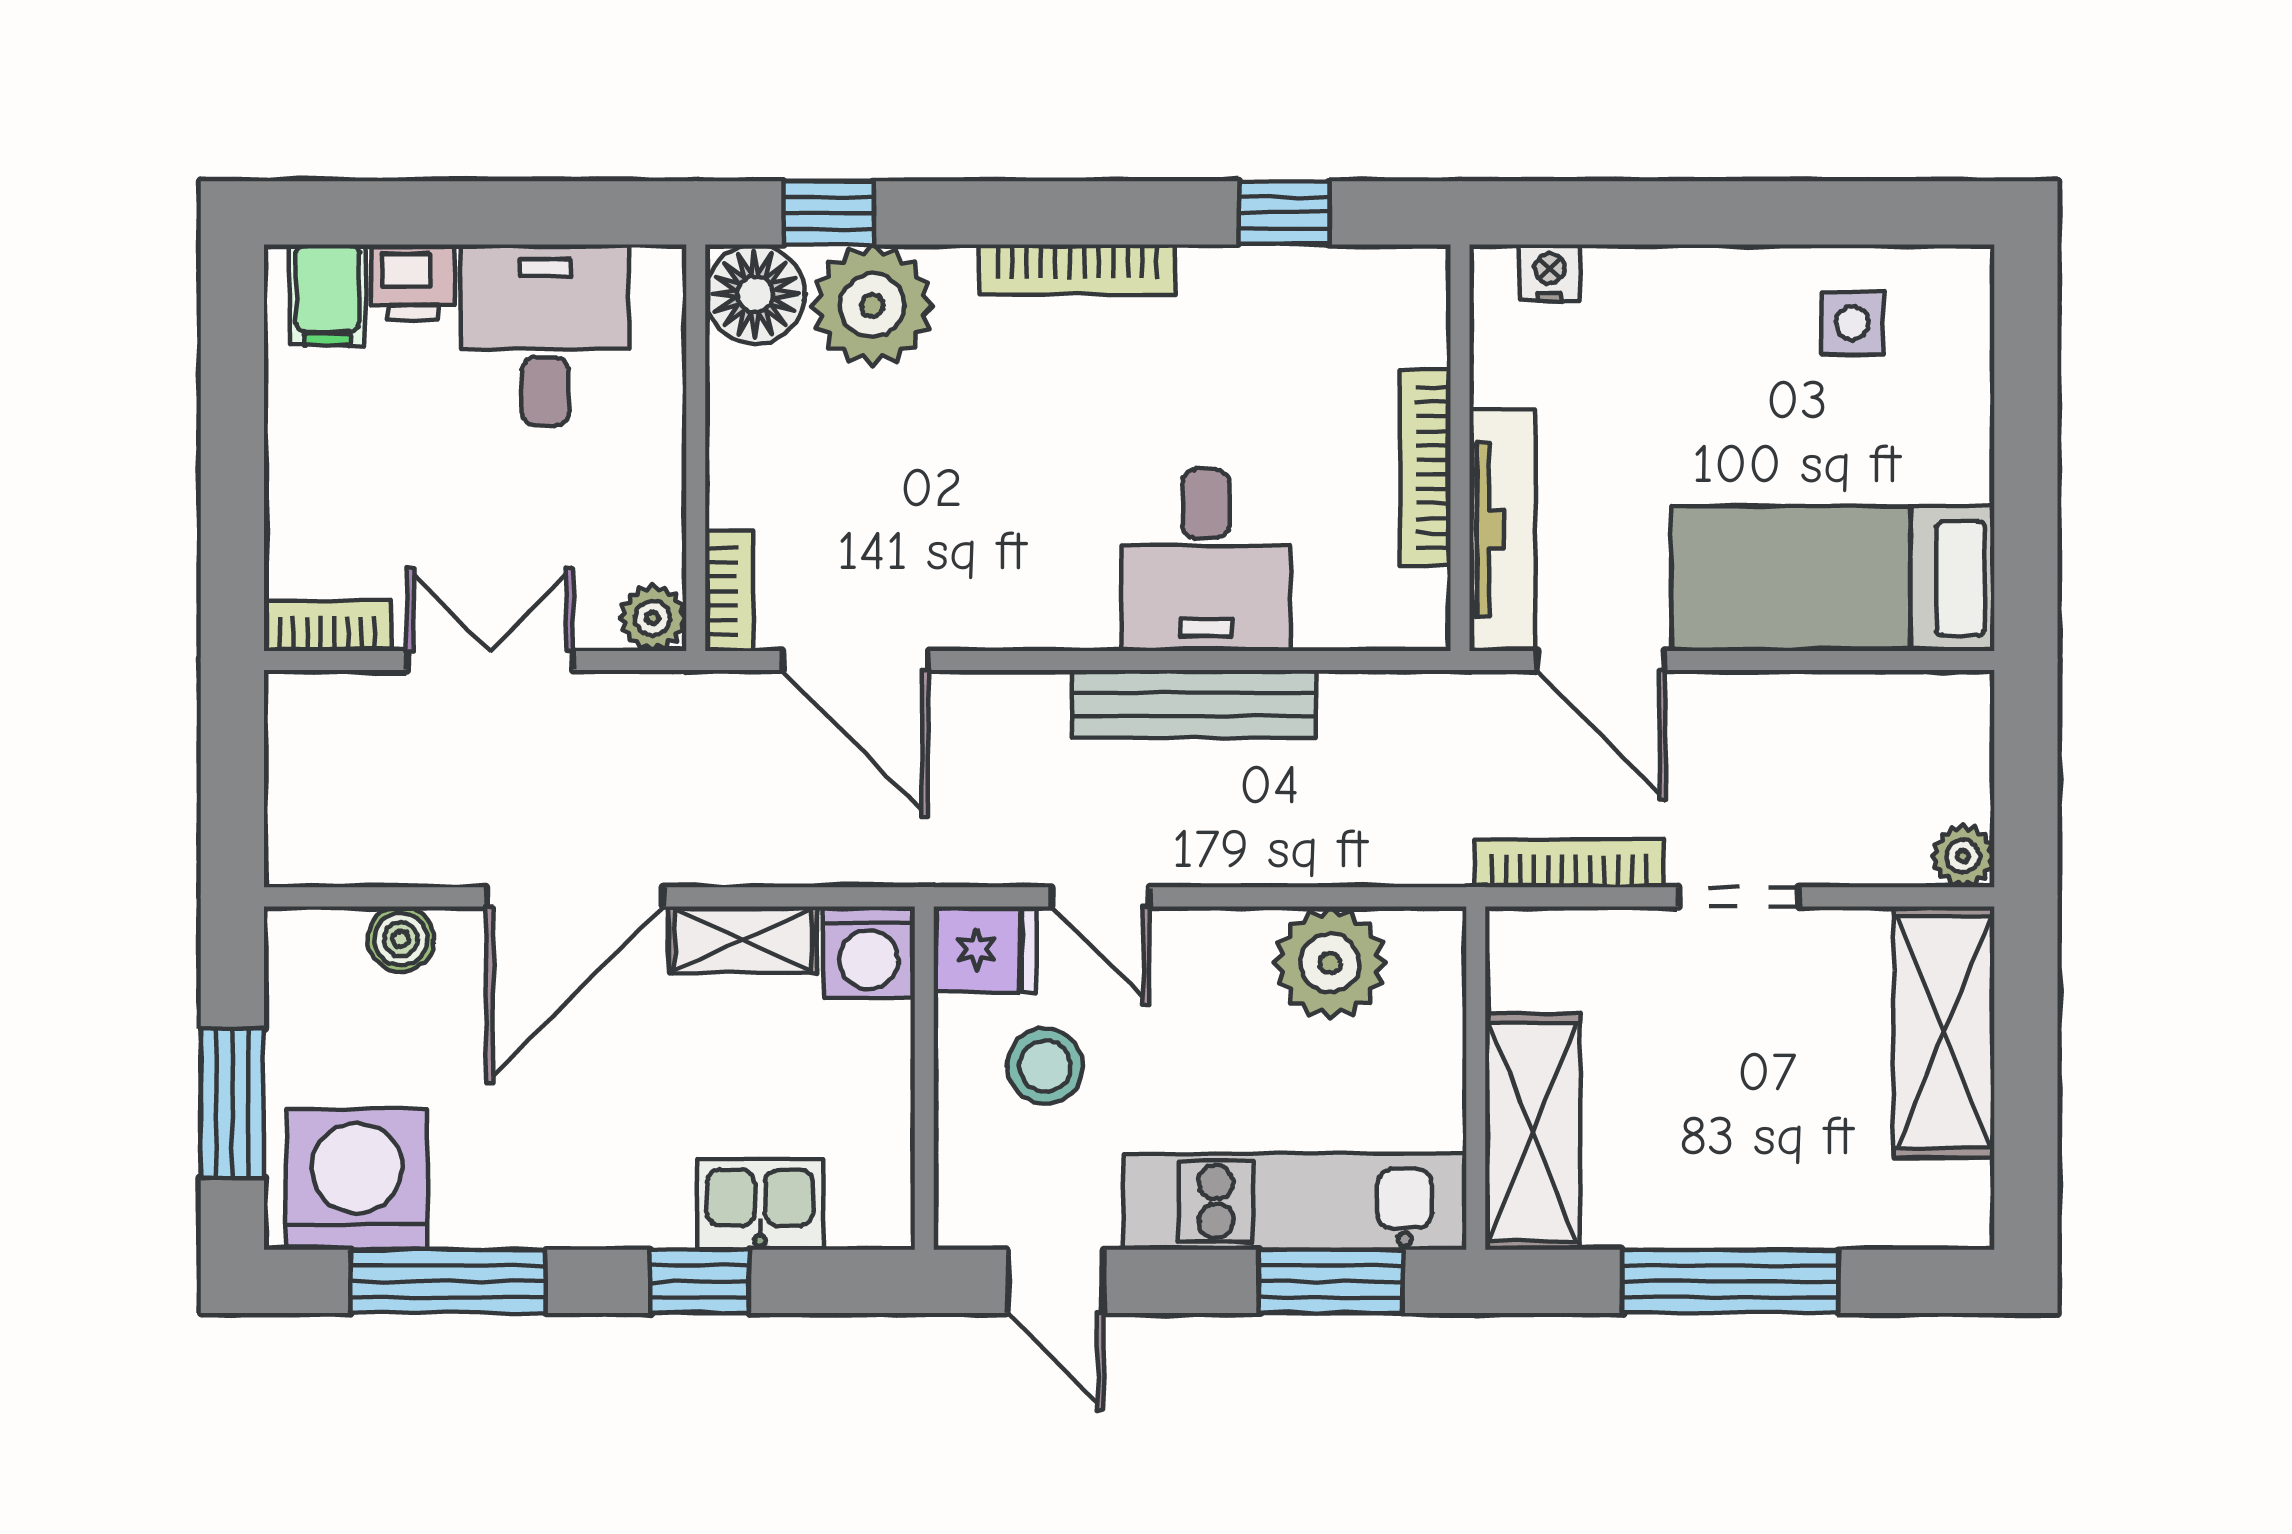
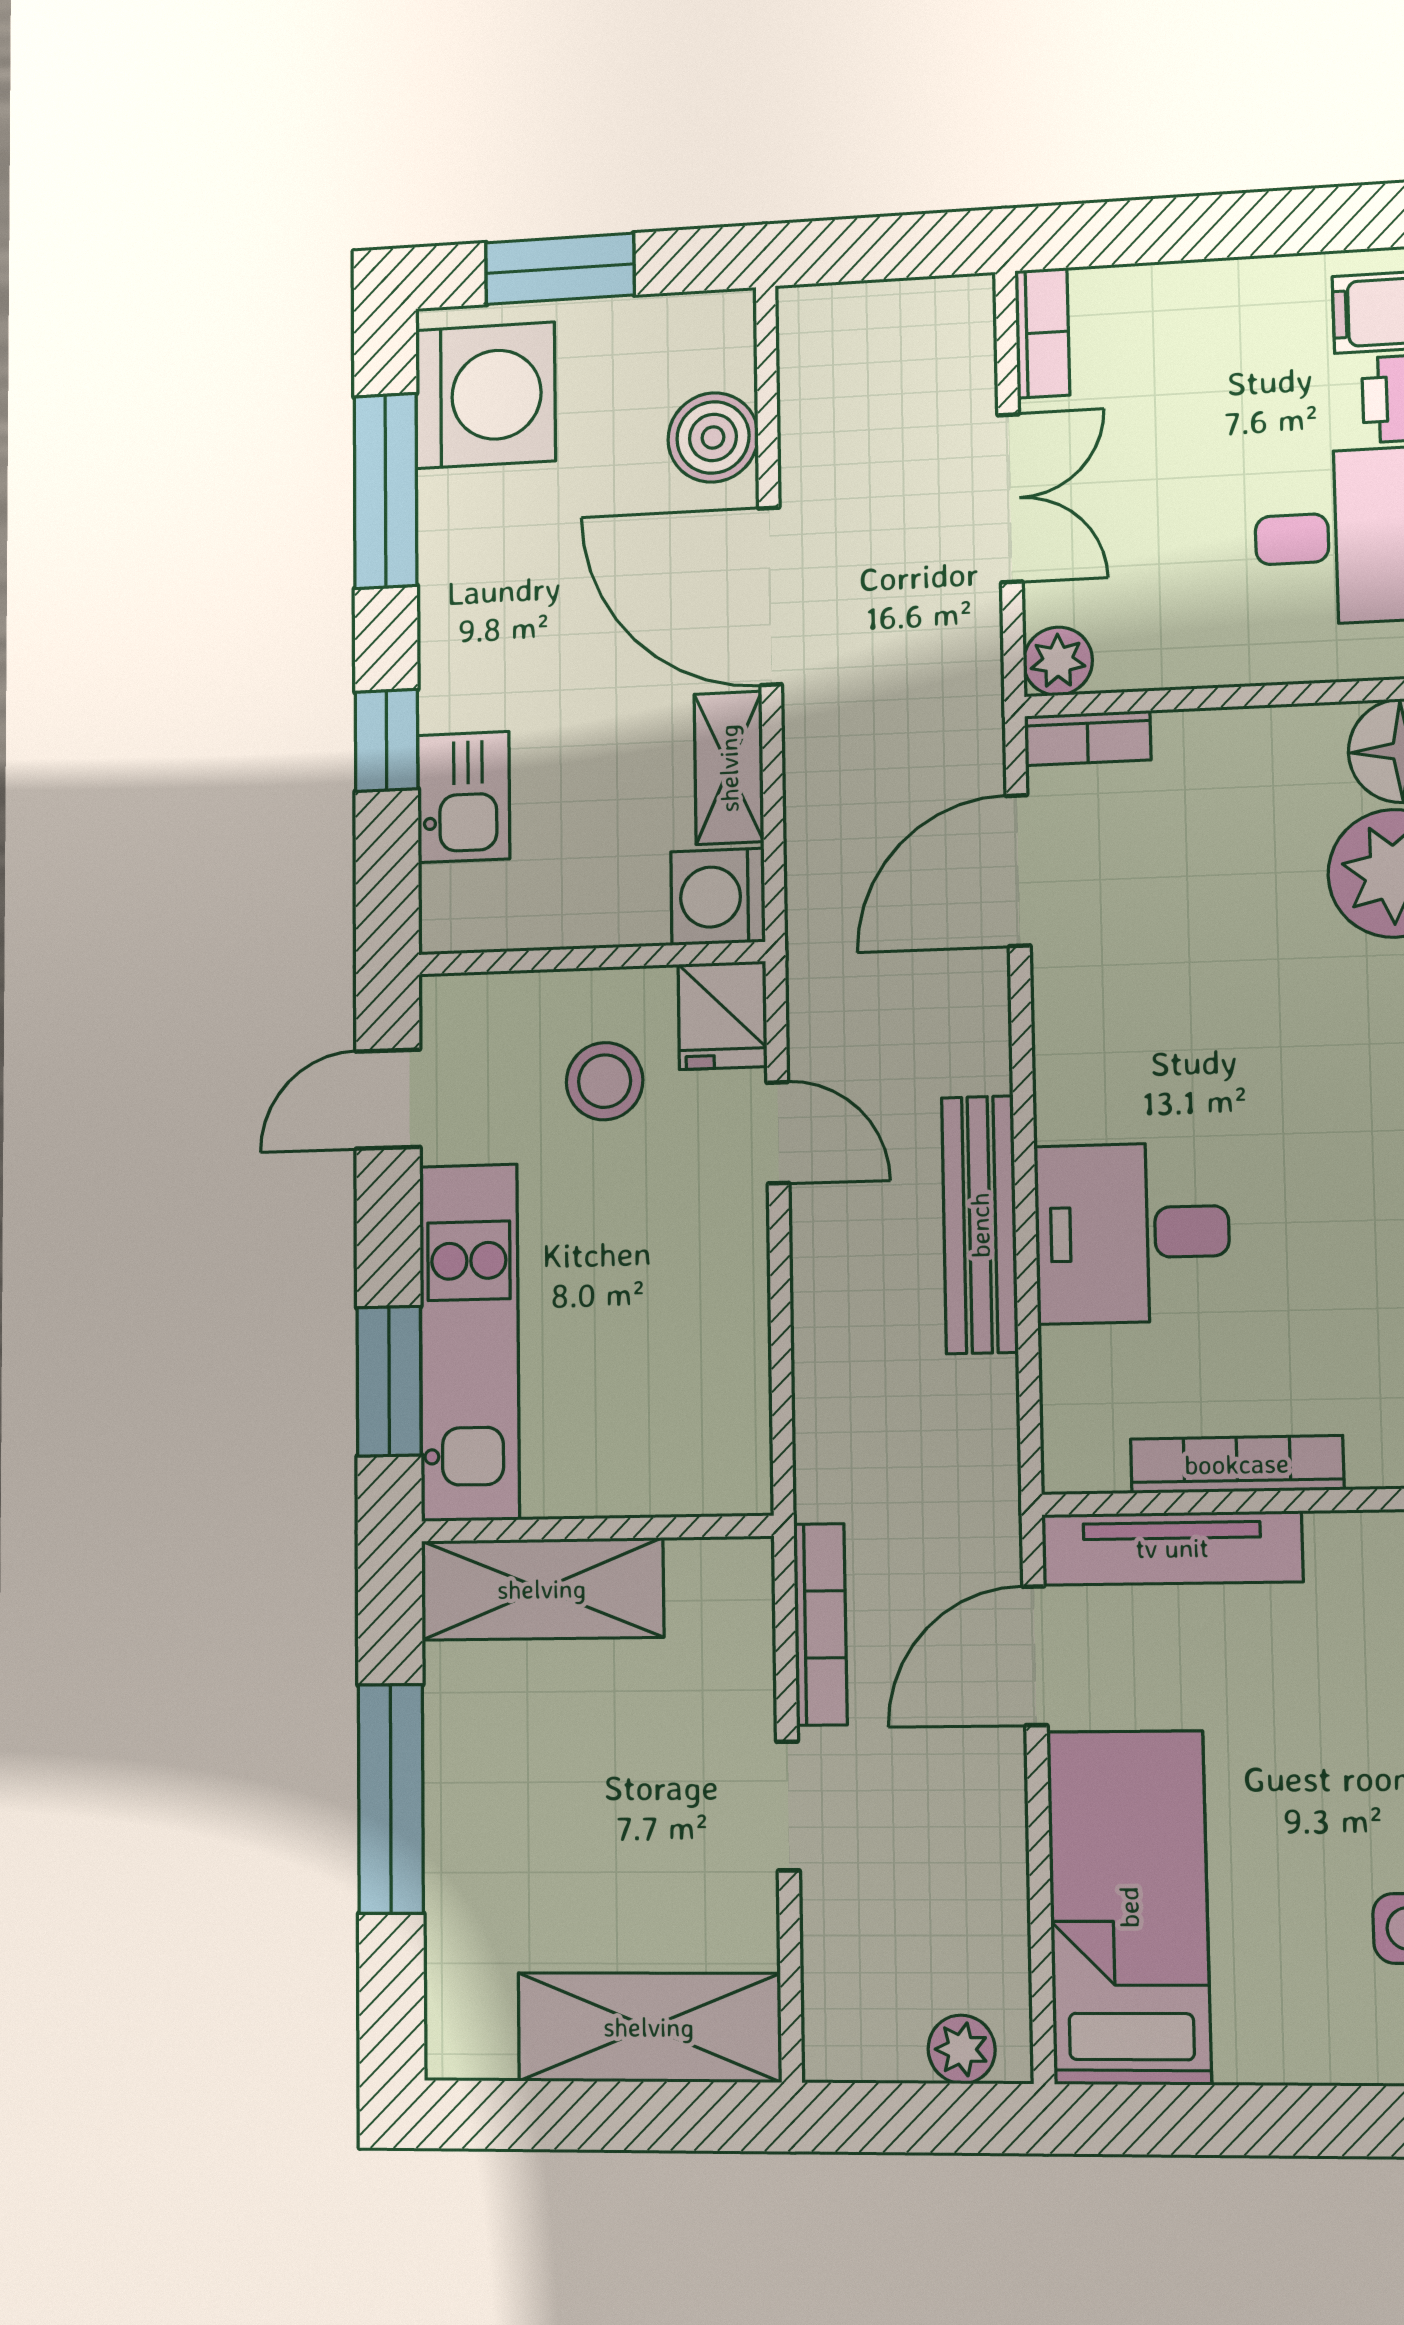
plant: (1963, 856) -> (962, 2049), moved
door: (1100, 897) -> (778, 1133), swing flipped
boiler: (401, 939) -> (713, 437), width x1.36, depth x1.36
plant: (1330, 963) -> (713, 1374), removed

